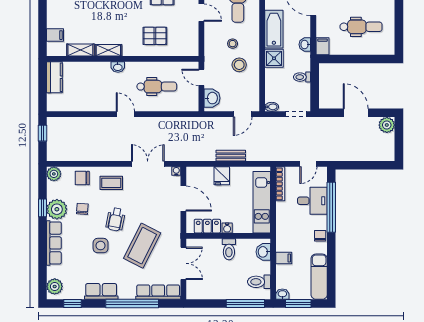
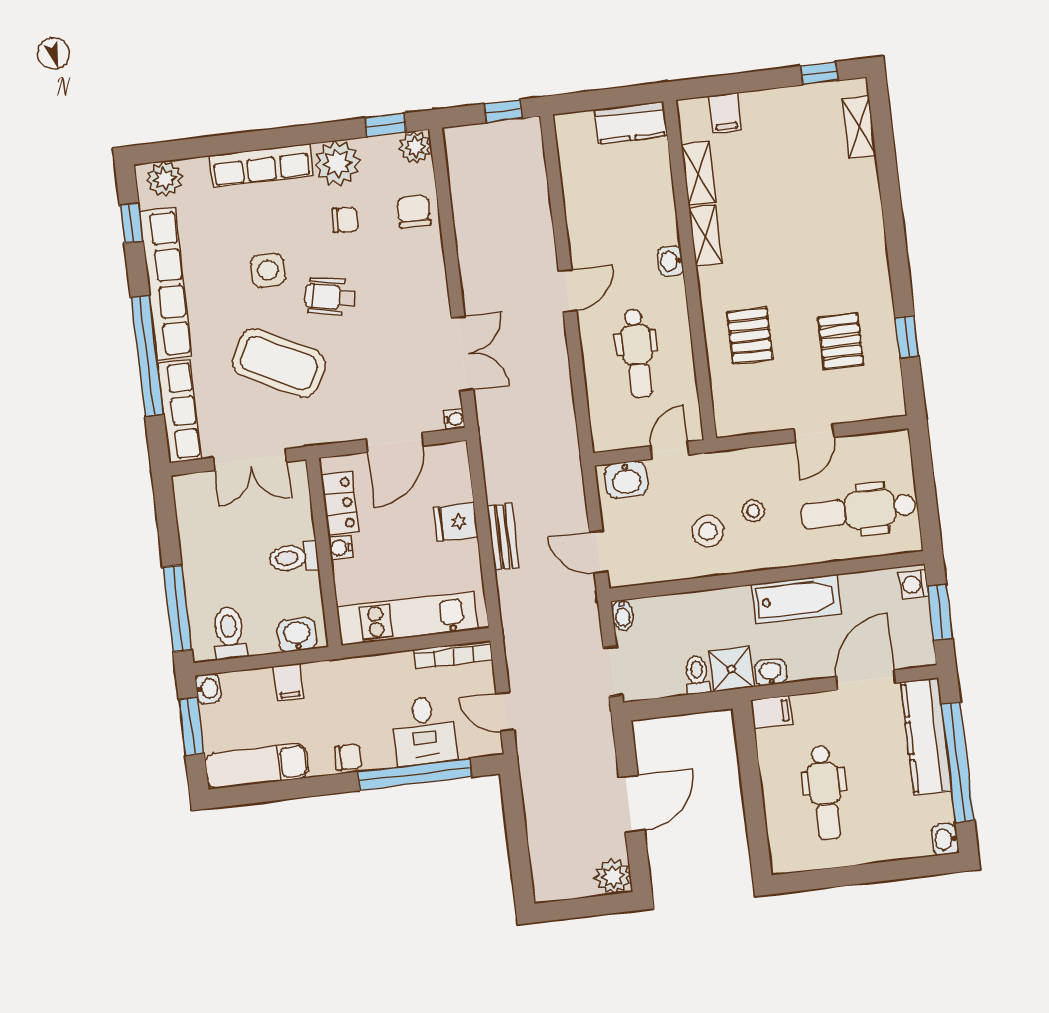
shower: (274, 58) -> (731, 669), moved
coffee table: (111, 183) -> (411, 277), removed
window: (42, 208) -> (385, 125), moved
row of seats: (101, 291) -> (166, 284), width x2.02

